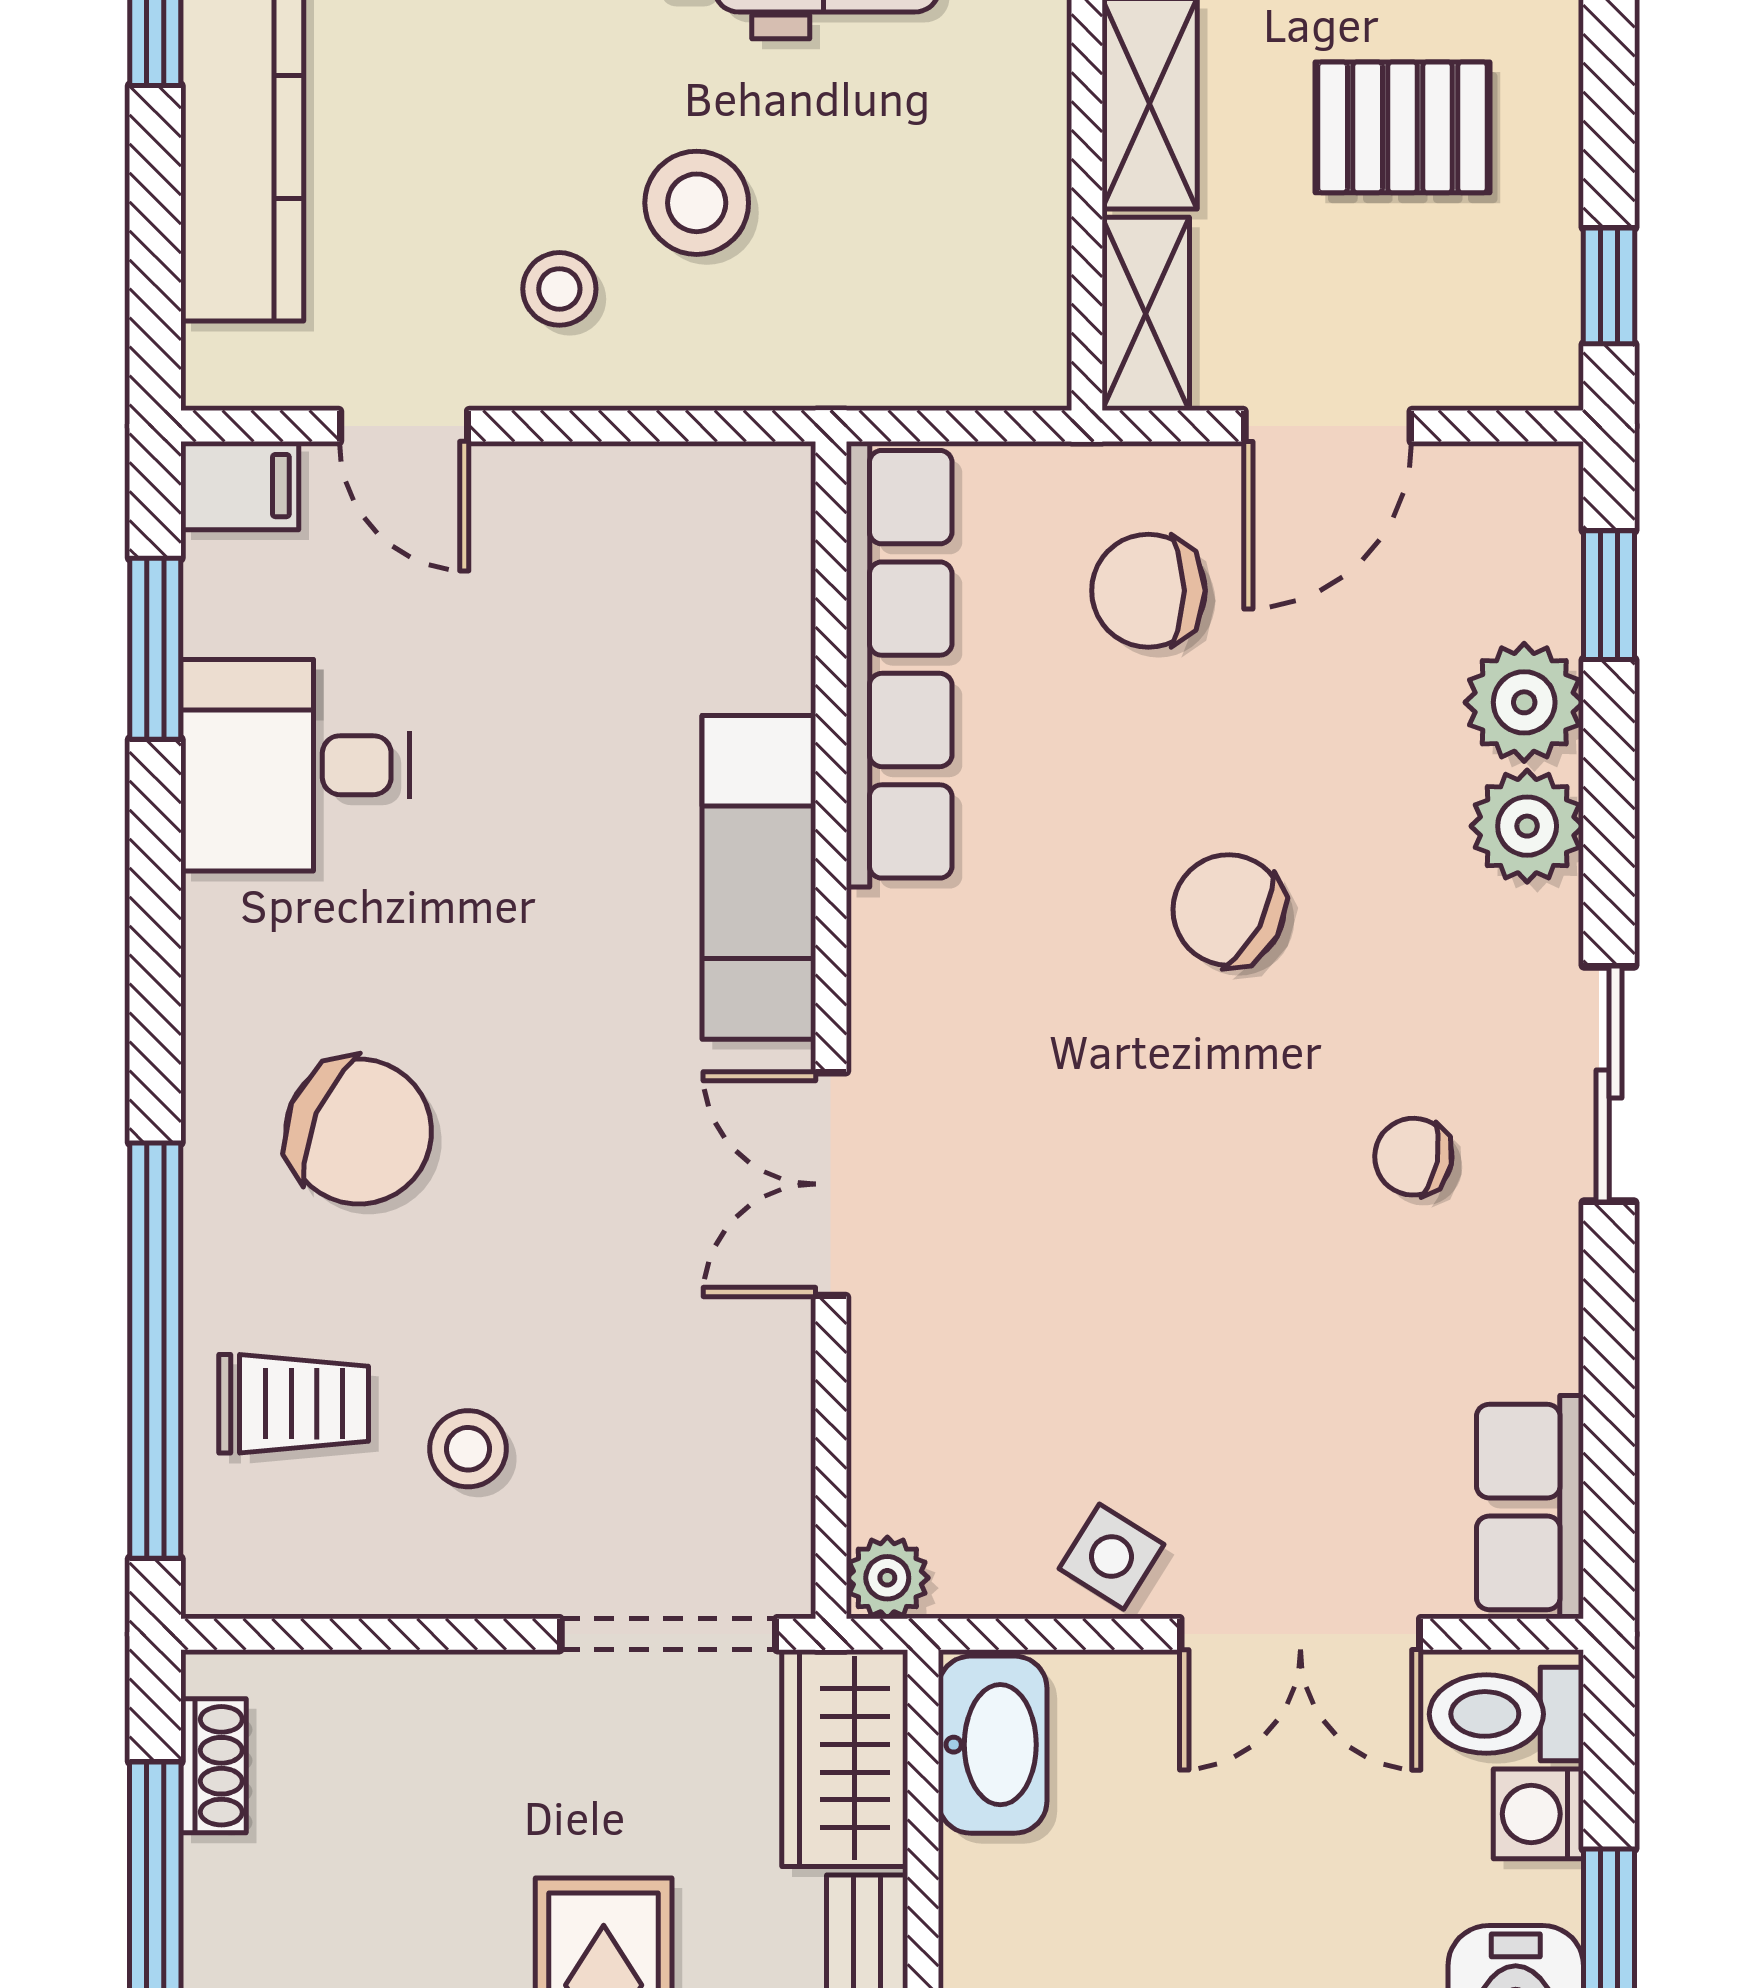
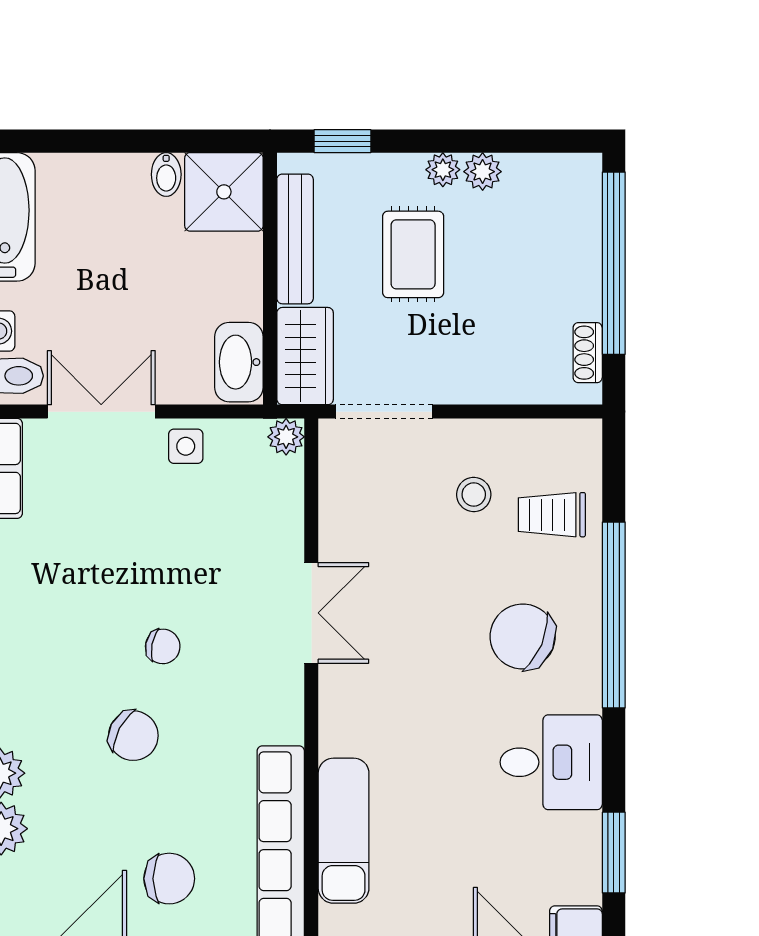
desk: (295, 765) -> (551, 762), moved
exam couch: (759, 877) -> (344, 831), moved
chair: (1413, 1157) -> (163, 646), moved
window: (155, 1351) -> (614, 615), moved
side table: (1111, 1557) -> (186, 446), turned -32

